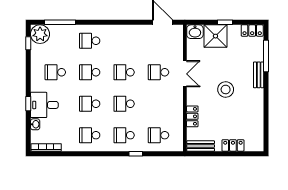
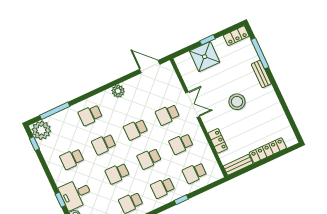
plant: (124, 31) -> (118, 91), added
washbasin: (195, 32) -> (184, 61), removed
school desk: (158, 104) -> (181, 144), added
locker: (233, 145) -> (268, 150), width x1.53

